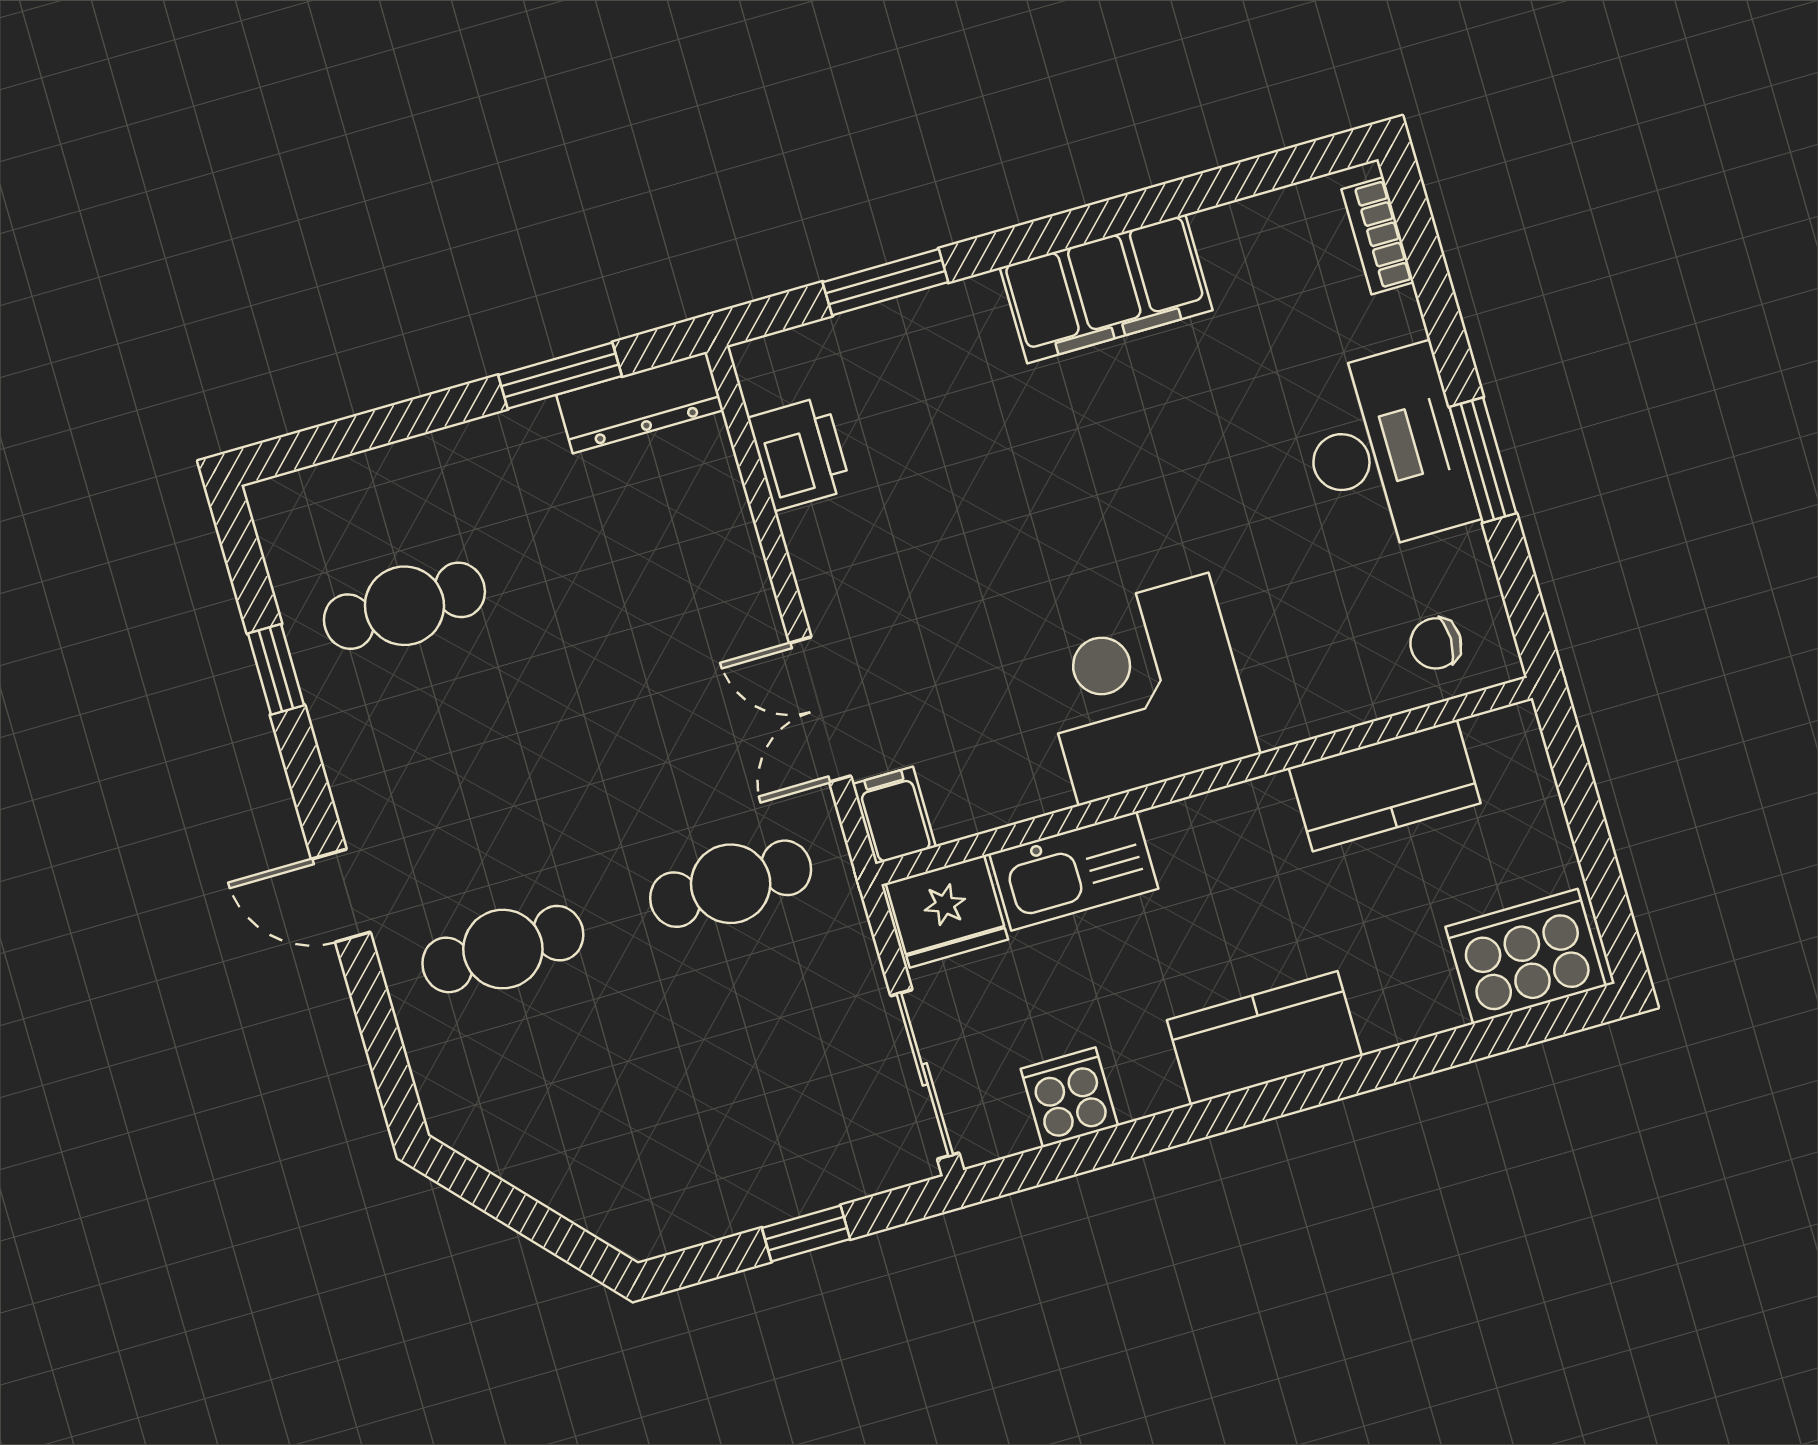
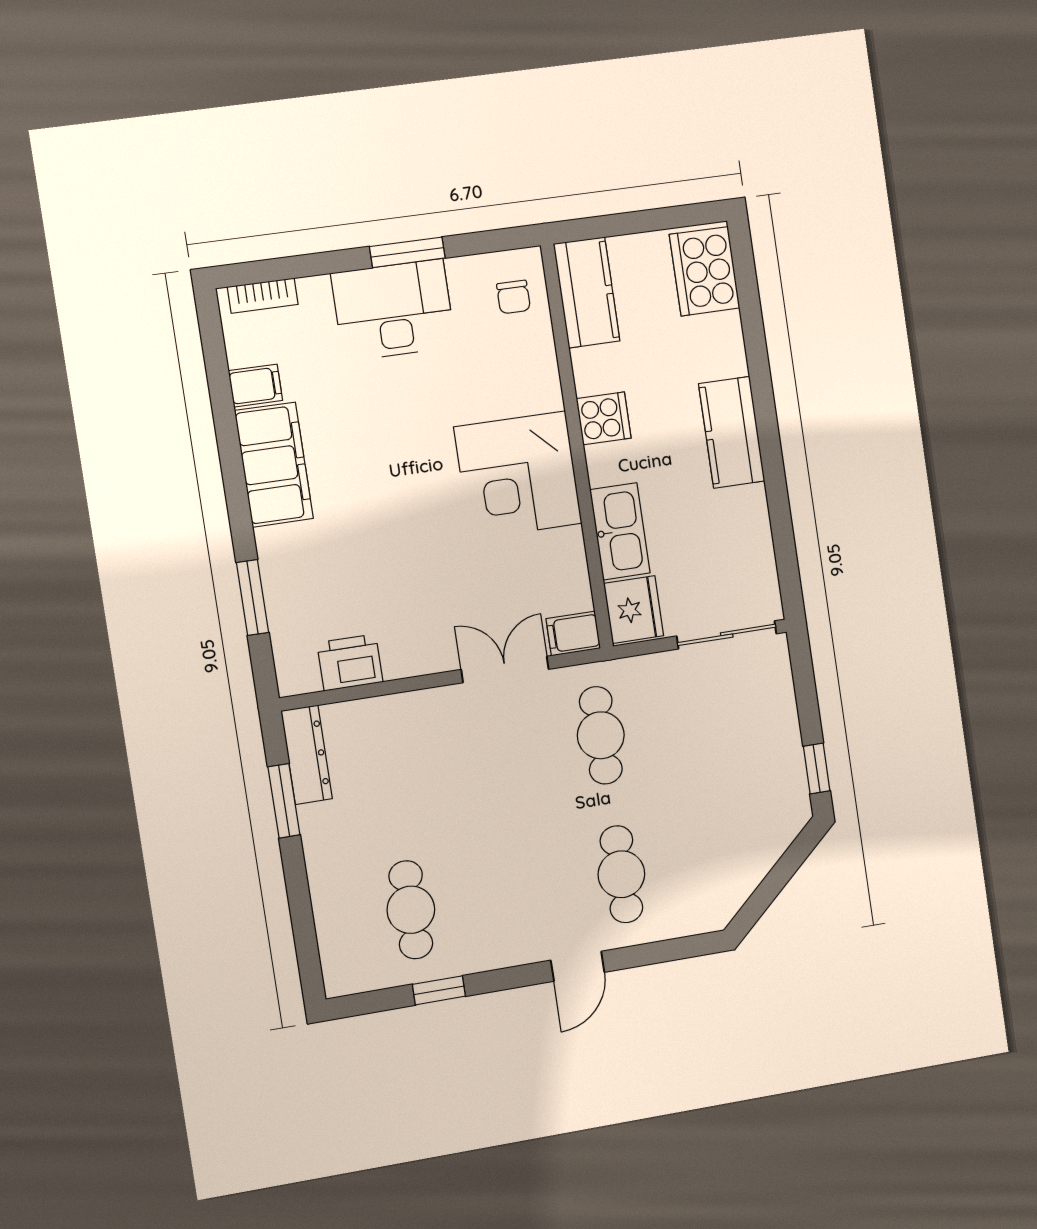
filing cabinet: (1230, 243) -> (255, 386), added
double door: (820, 710) -> (505, 669), swing flipped
kitchen counter: (1385, 785) -> (587, 292), moved
cooker: (1069, 1097) -> (604, 418), moved, turned 180
window: (806, 1234) -> (817, 769), moved

